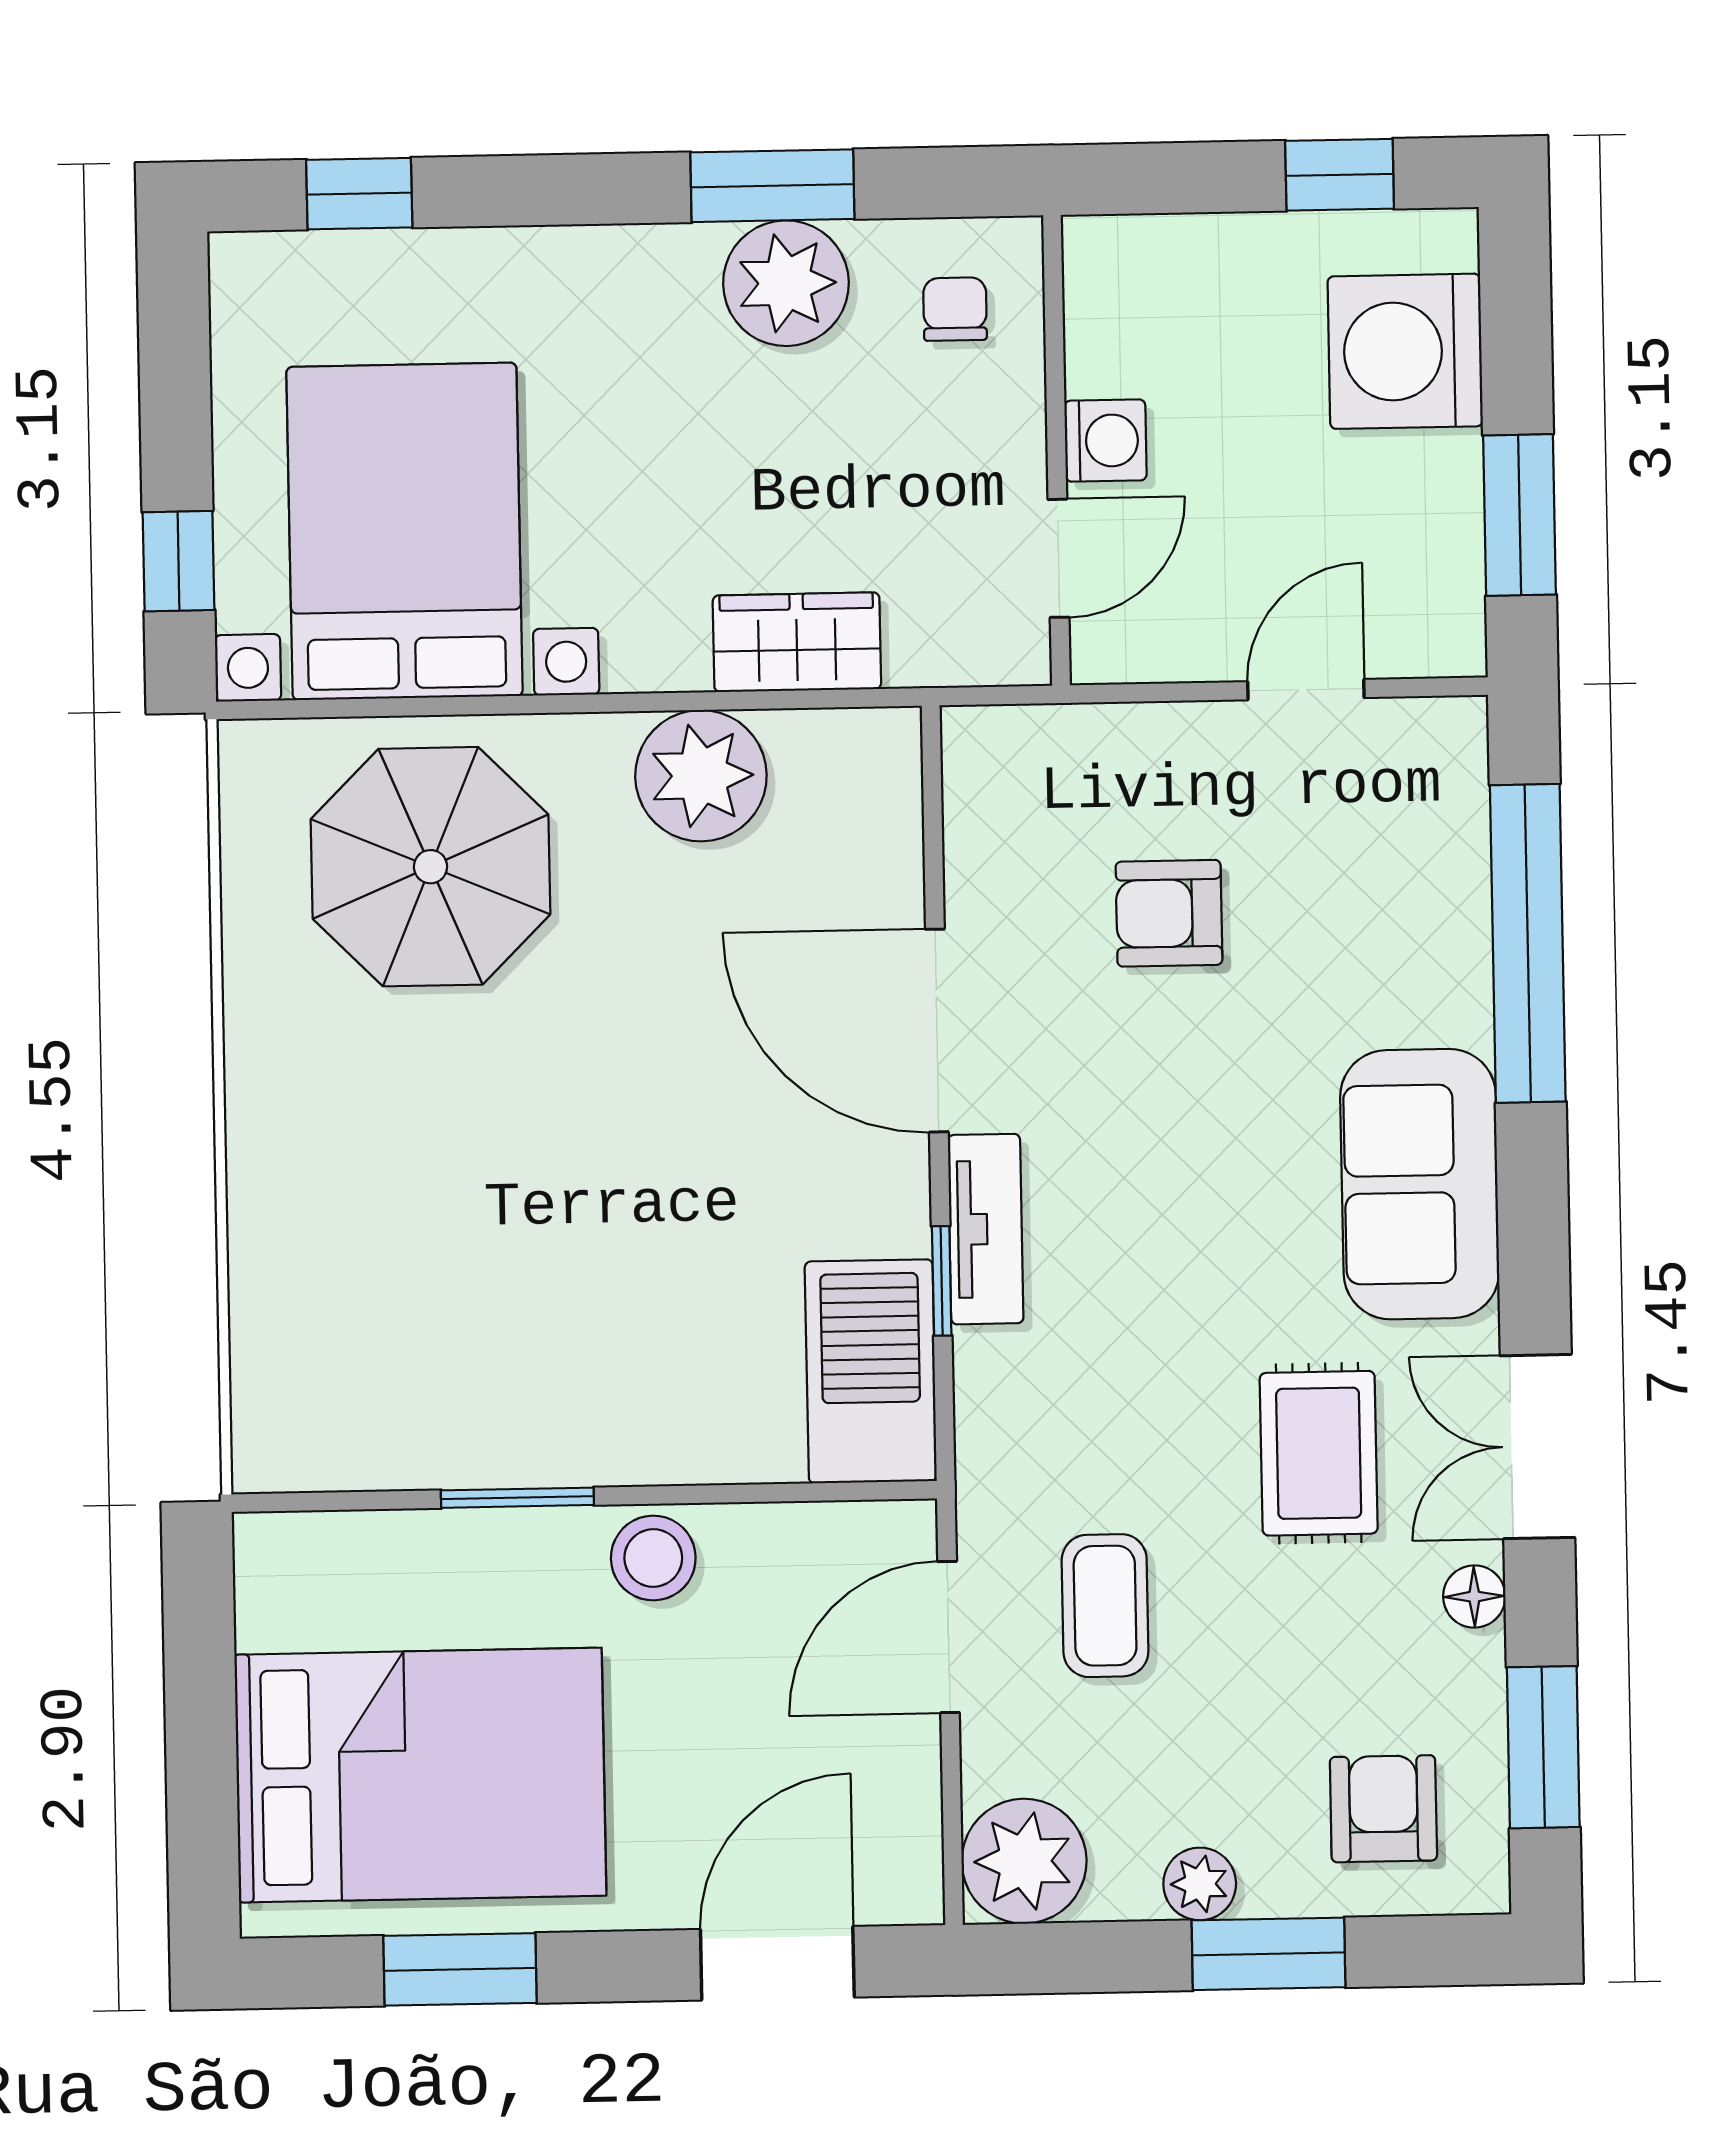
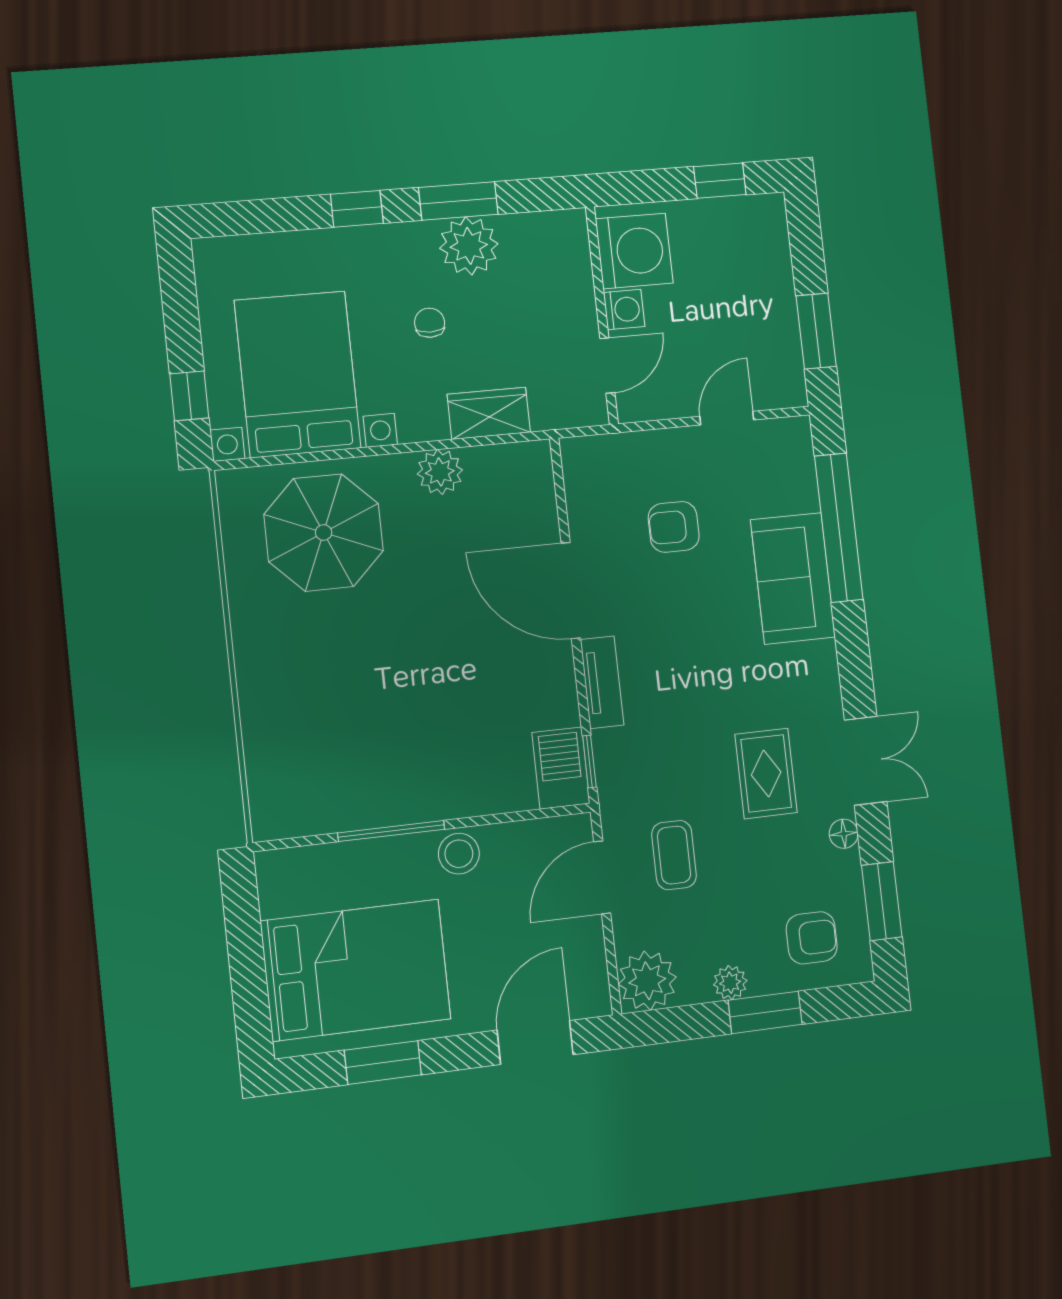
window: (359, 194) -> (357, 209), moved
chair: (955, 309) -> (430, 323), moved
washing machine: (1405, 351) -> (634, 251), moved, turned 180
plant: (701, 776) -> (440, 472), width x0.73, depth x0.73
sofa: (1420, 1184) -> (793, 578), moved
window: (942, 1281) -> (589, 761), moved
barbecue: (871, 1371) -> (561, 768), width x0.73, depth x0.83
double door: (1537, 1447) -> (866, 761), swing flipped
window: (517, 1498) -> (391, 831), width x1.44
armchair: (1383, 1809) -> (812, 938), turned 90

